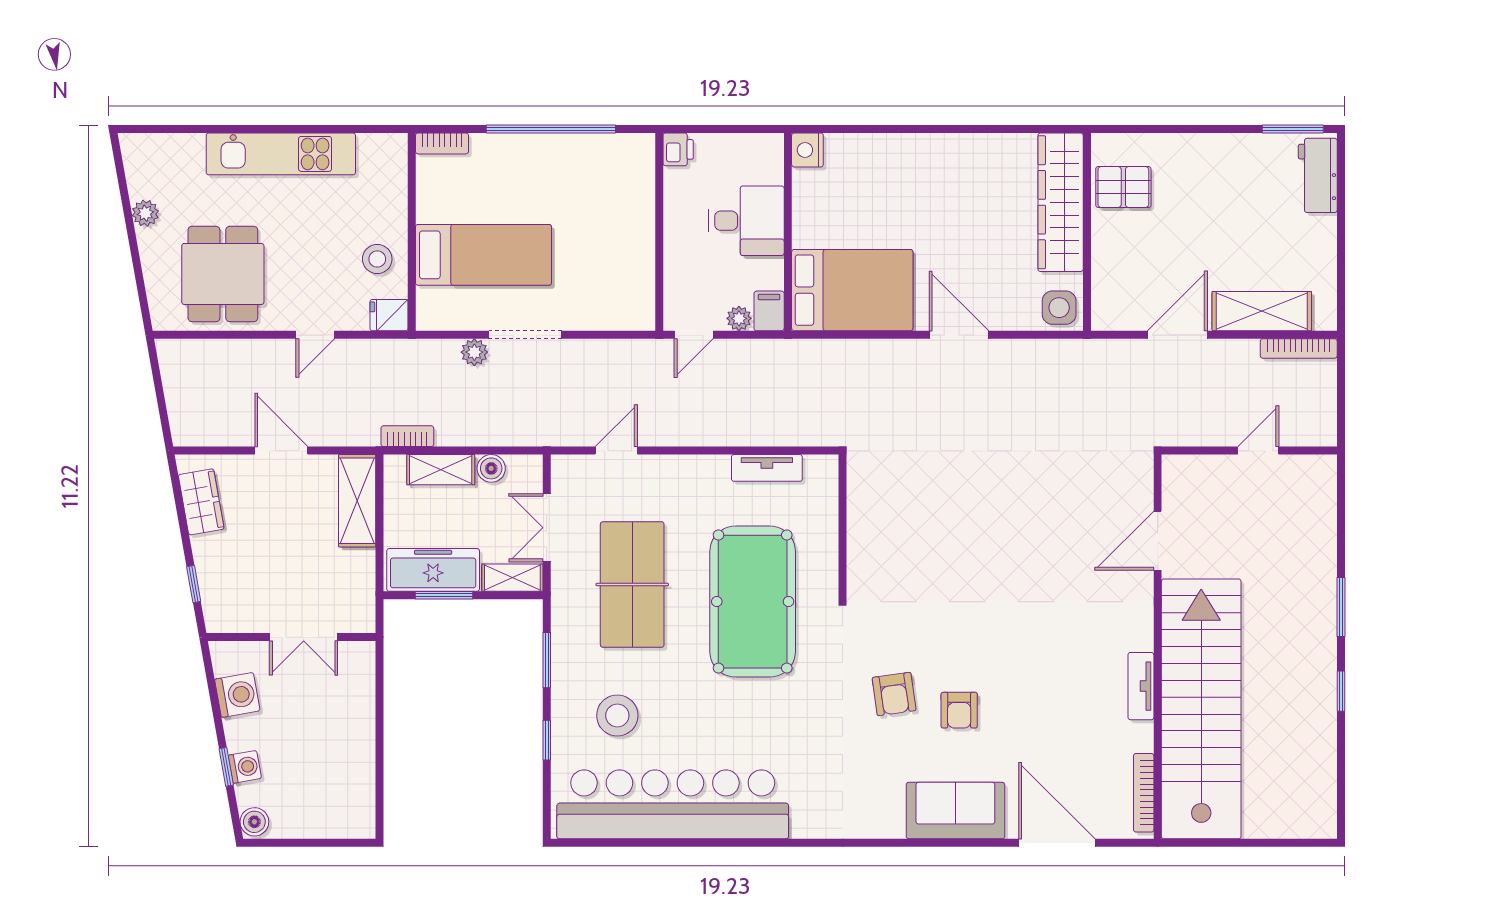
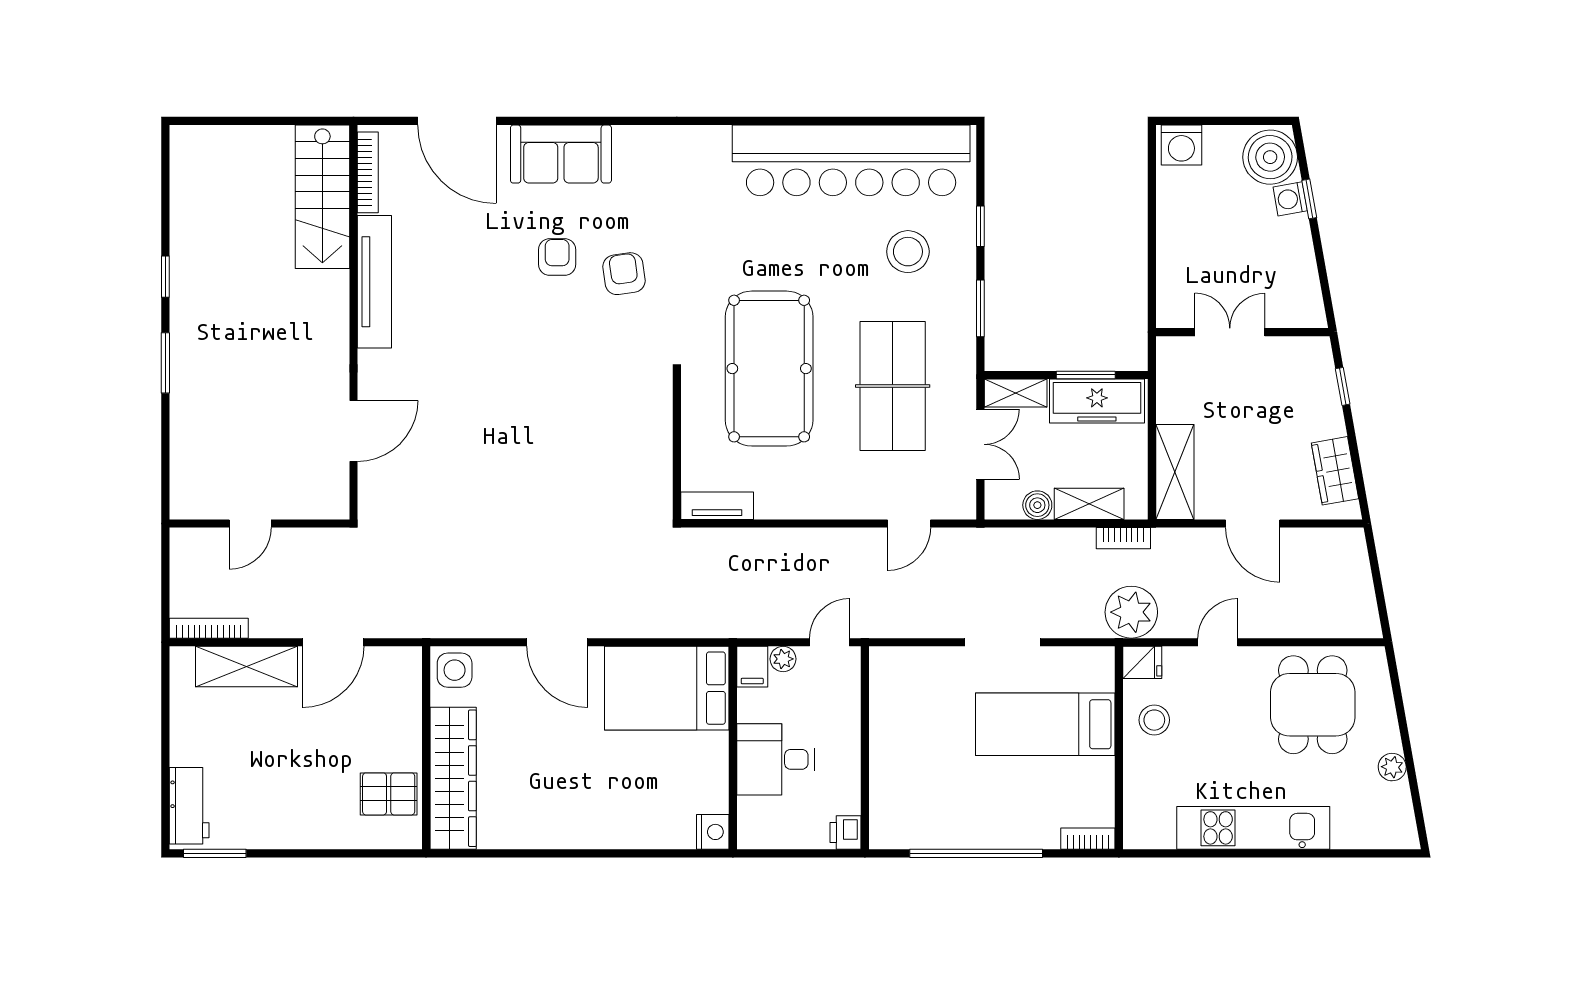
plant: (474, 352) -> (1131, 612), moved, width x1.87, depth x1.87
tv unit: (767, 468) -> (717, 506), moved
tv unit: (1141, 686) -> (374, 282), width x1.92, depth x1.29
washing machine: (237, 695) -> (1181, 145), moved, turned -80
stairs: (1201, 709) -> (322, 197), width x0.54, depth x0.66
boiler: (254, 822) -> (1270, 157), width x1.86, depth x1.86

